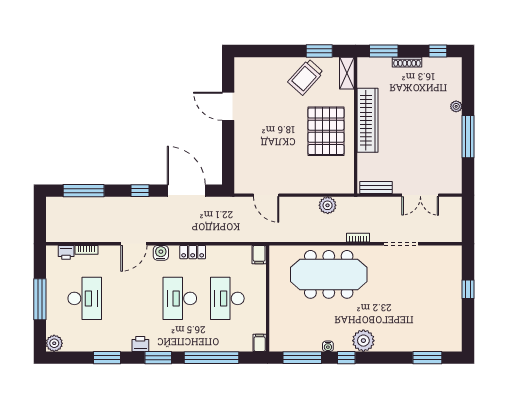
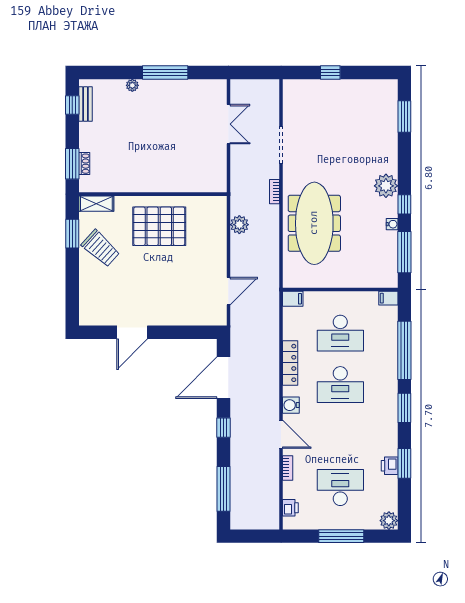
shoe rack: (407, 62) -> (84, 164), moved, width x0.70
wardrobe: (368, 120) -> (147, 181), removed
bench: (376, 188) -> (86, 104), moved
bookcase: (86, 250) -> (288, 468), moved
locker: (193, 252) -> (290, 363), width x1.53
printer: (140, 344) -> (390, 466), moved

